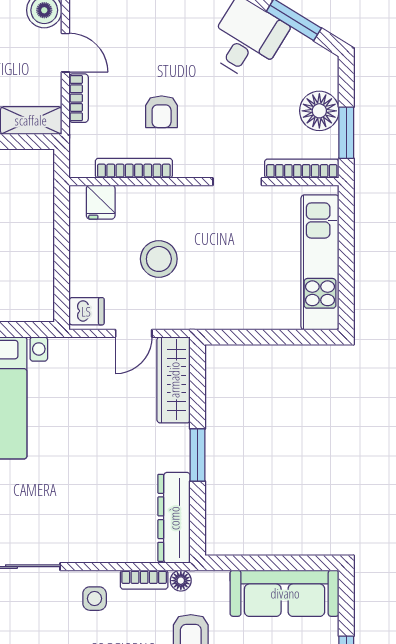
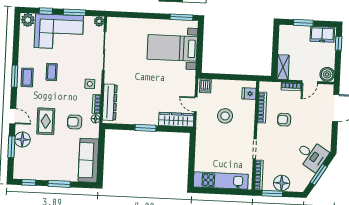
dresser: (174, 518) -> (110, 102), moved, turned 90

